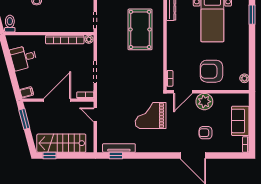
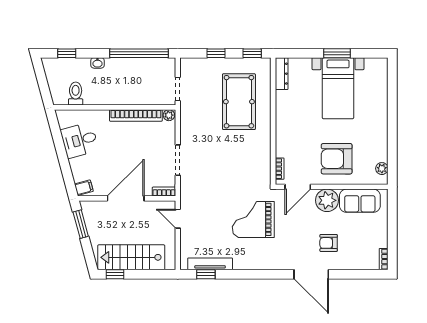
window: (252, 15) -> (392, 81), removed
toilet: (10, 24) -> (76, 94), moved
sofa: (240, 121) -> (360, 201), moved, turned -90

